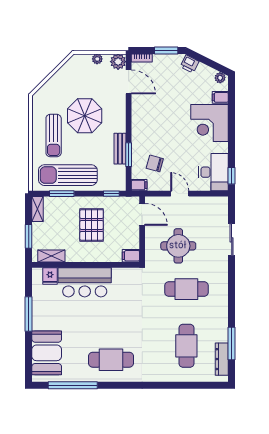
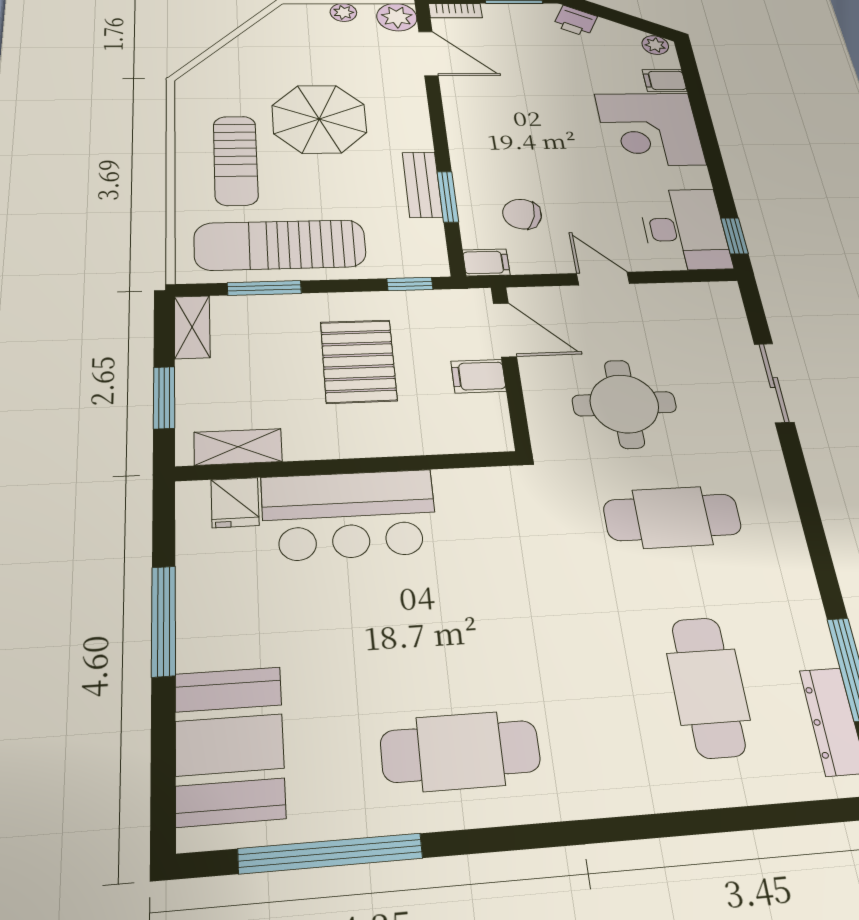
filing cabinet: (131, 256) -> (479, 376), moved

